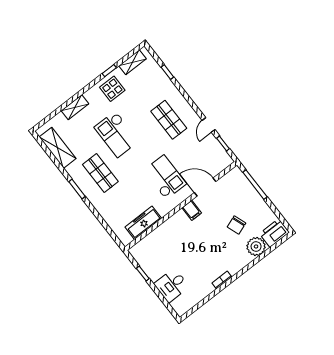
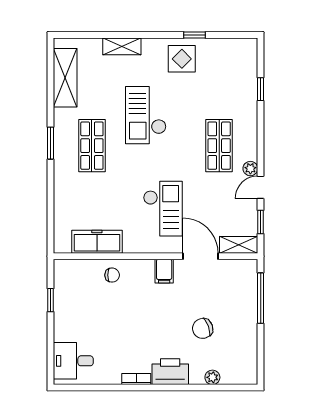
shelving: (133, 62) -> (239, 245), moved
plant: (195, 119) -> (250, 169), added
printer: (274, 233) -> (170, 372), moved
chair: (165, 234) -> (112, 275), added
plant: (256, 246) -> (212, 377), width x0.53, depth x0.53
desk: (172, 285) -> (73, 361), moved

